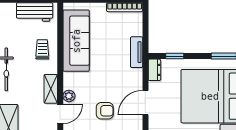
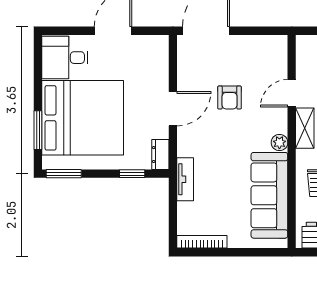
plant: (69, 96) -> (279, 143), moved
armchair: (105, 111) -> (230, 98), turned -90

